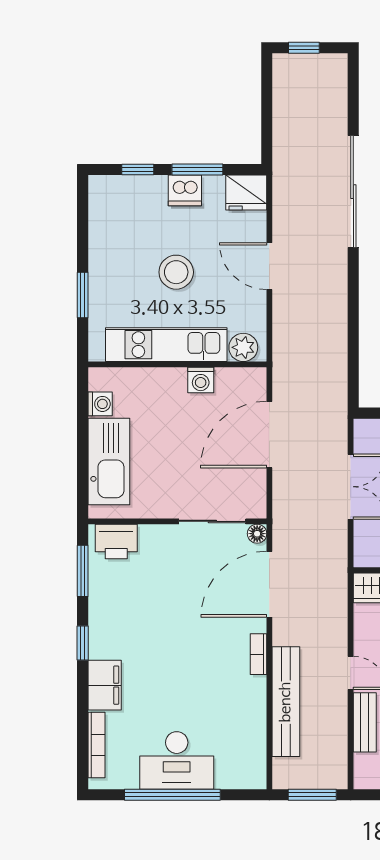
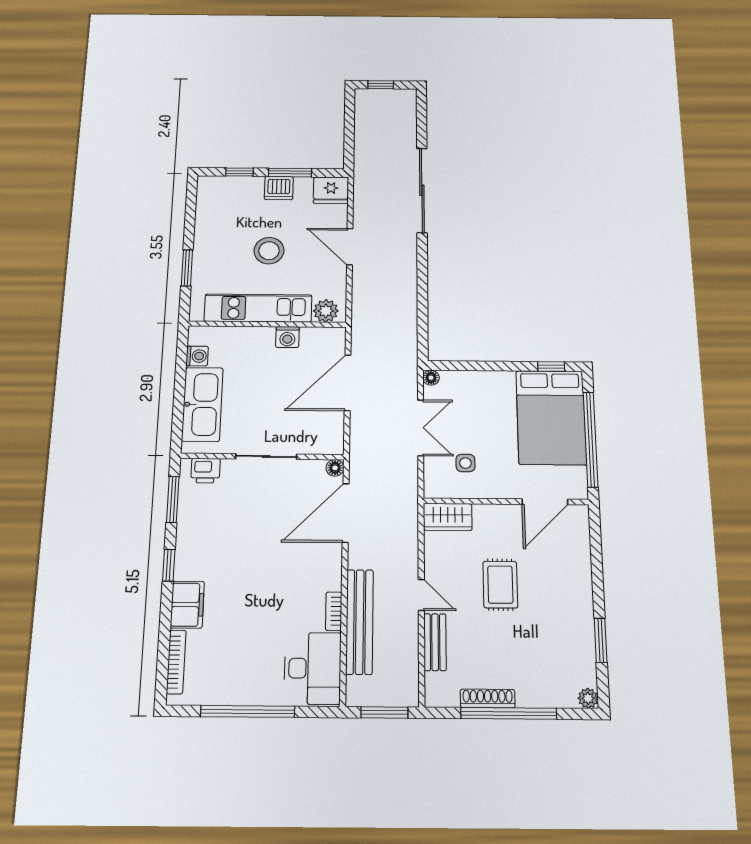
floor lamp: (362, 428) -> (431, 378), added
sliding door: (212, 521) -> (266, 456), moved
printer: (116, 541) -> (205, 471), width x0.73, depth x0.81
bookcase: (259, 654) -> (334, 611), moved
desk: (177, 760) -> (313, 668), moved, turned -90

